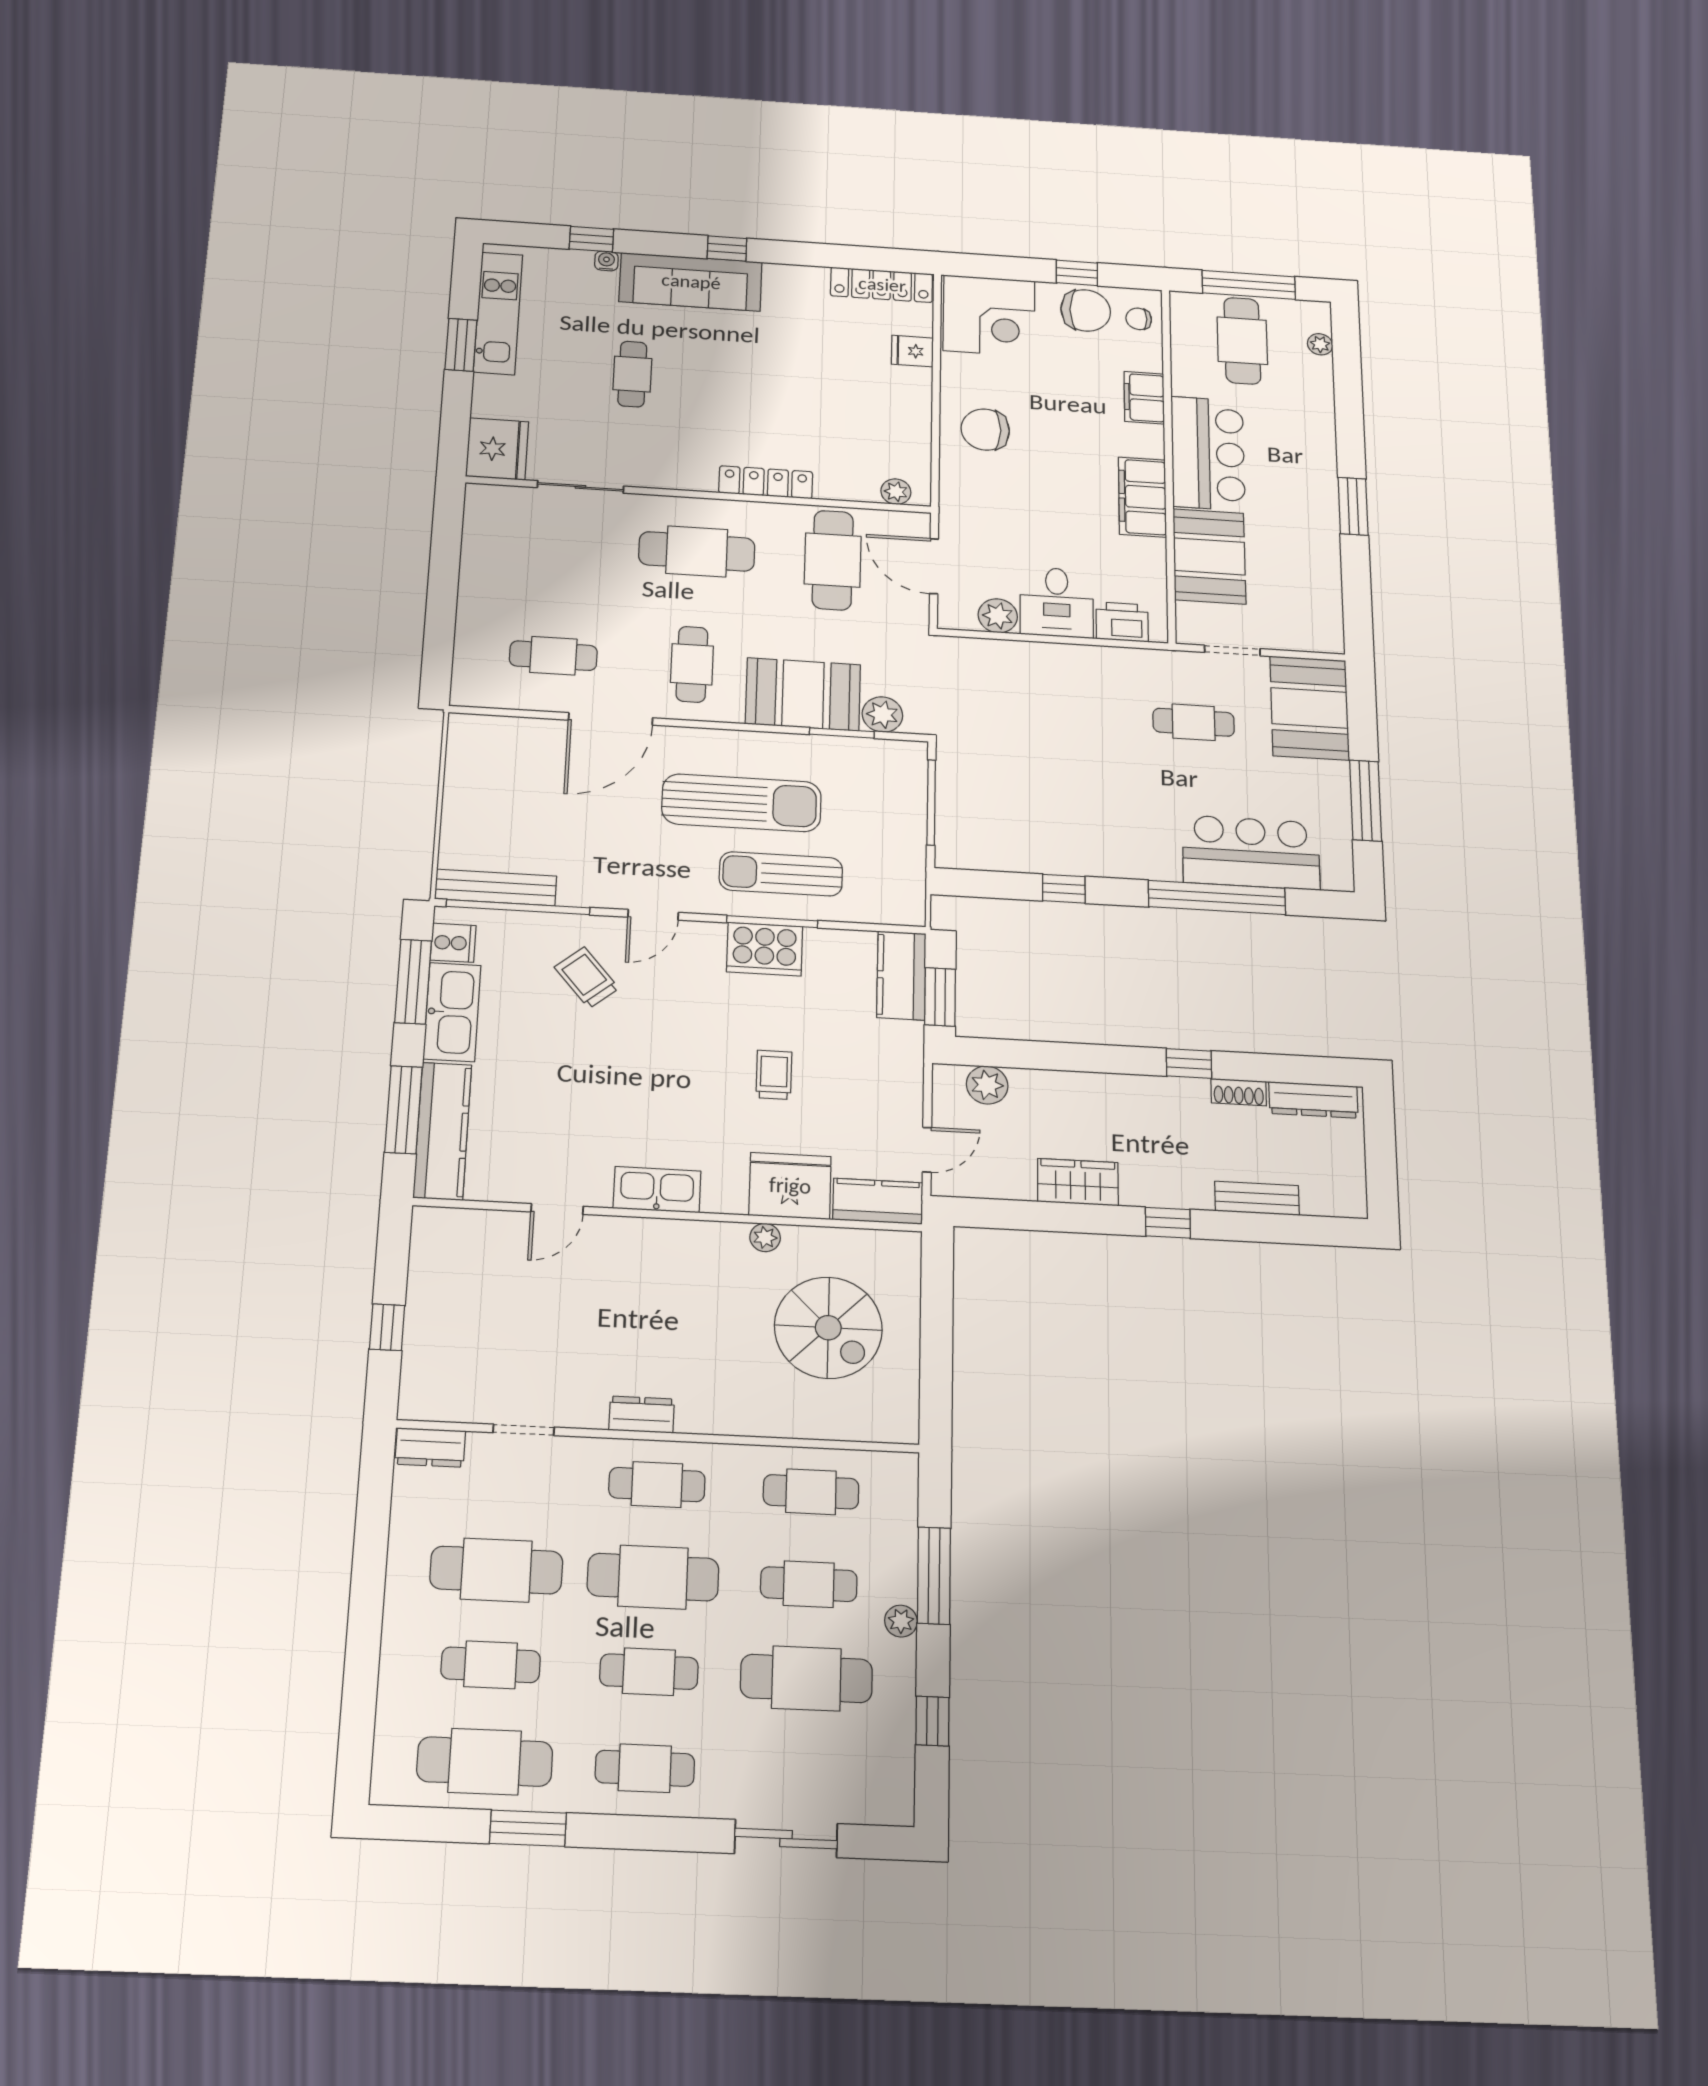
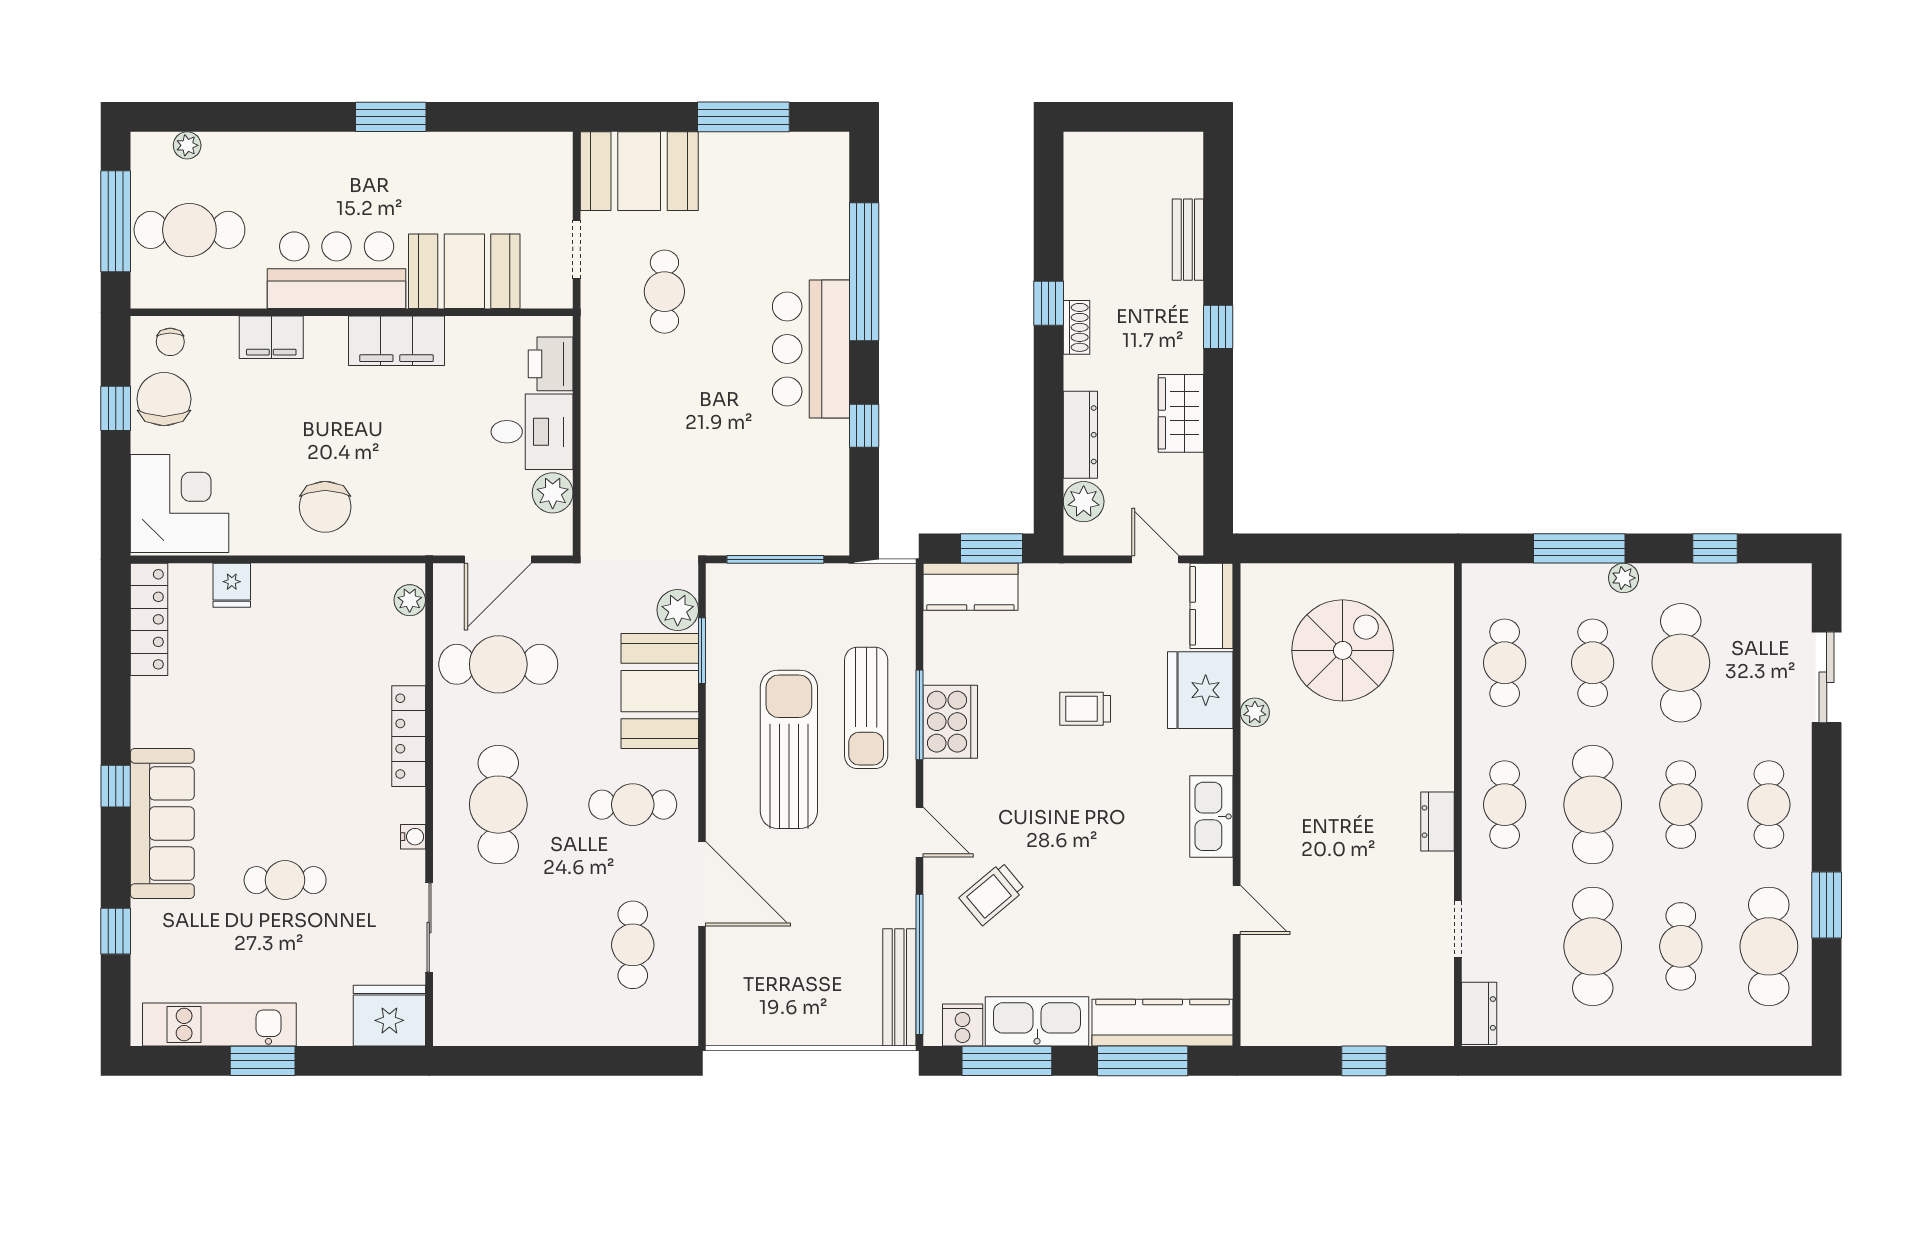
water cooler: (606, 261) -> (413, 837), moved, turned 180
bar counter: (1251, 853) -> (811, 349), moved
shoe rack: (1239, 1092) -> (1076, 327), moved
dresser: (1313, 1100) -> (1080, 435), moved

